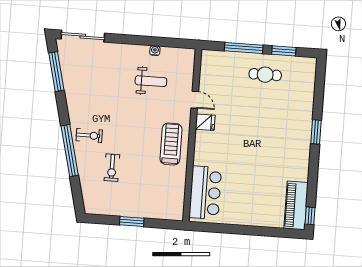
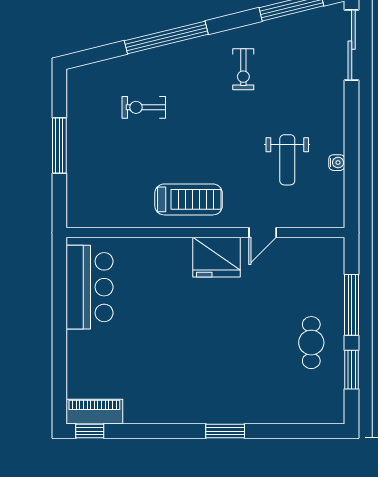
fridge: (205, 122) -> (217, 257), width x1.88, depth x1.34
exercise bike: (89, 135) -> (243, 69), moved
bar counter: (205, 193) -> (90, 287), moved, turned -90
piano: (296, 205) -> (94, 412), width x0.73, depth x0.75
window: (132, 222) -> (59, 145), width x1.44

